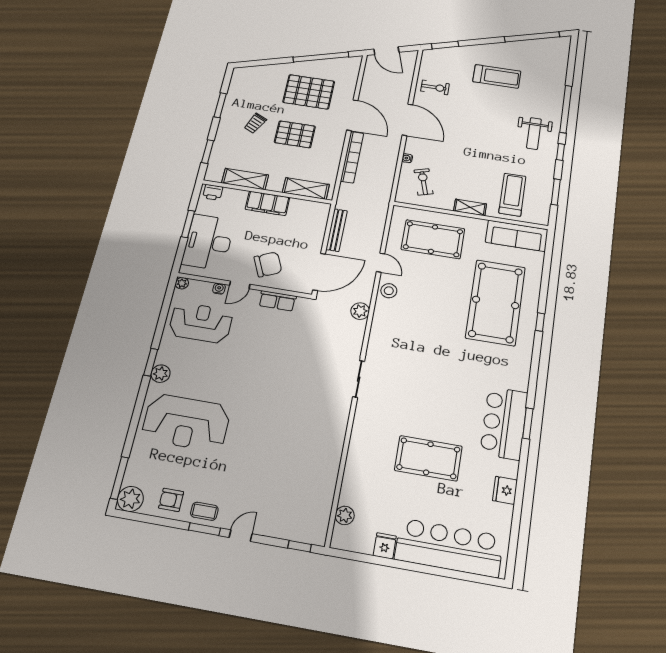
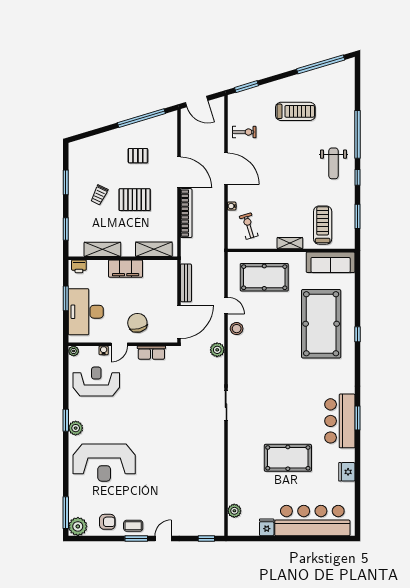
pallet: (309, 92) -> (138, 156), width x0.49, depth x0.50
chair: (268, 264) -> (137, 323), turned -80
armchair: (171, 500) -> (107, 522), turned 180

